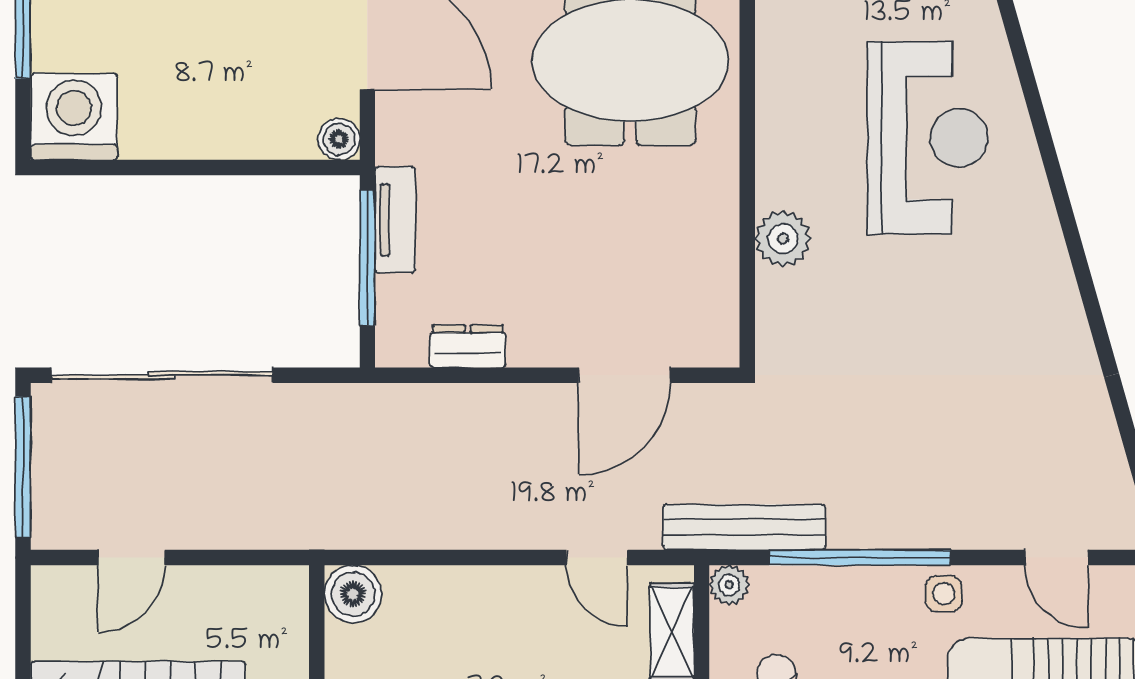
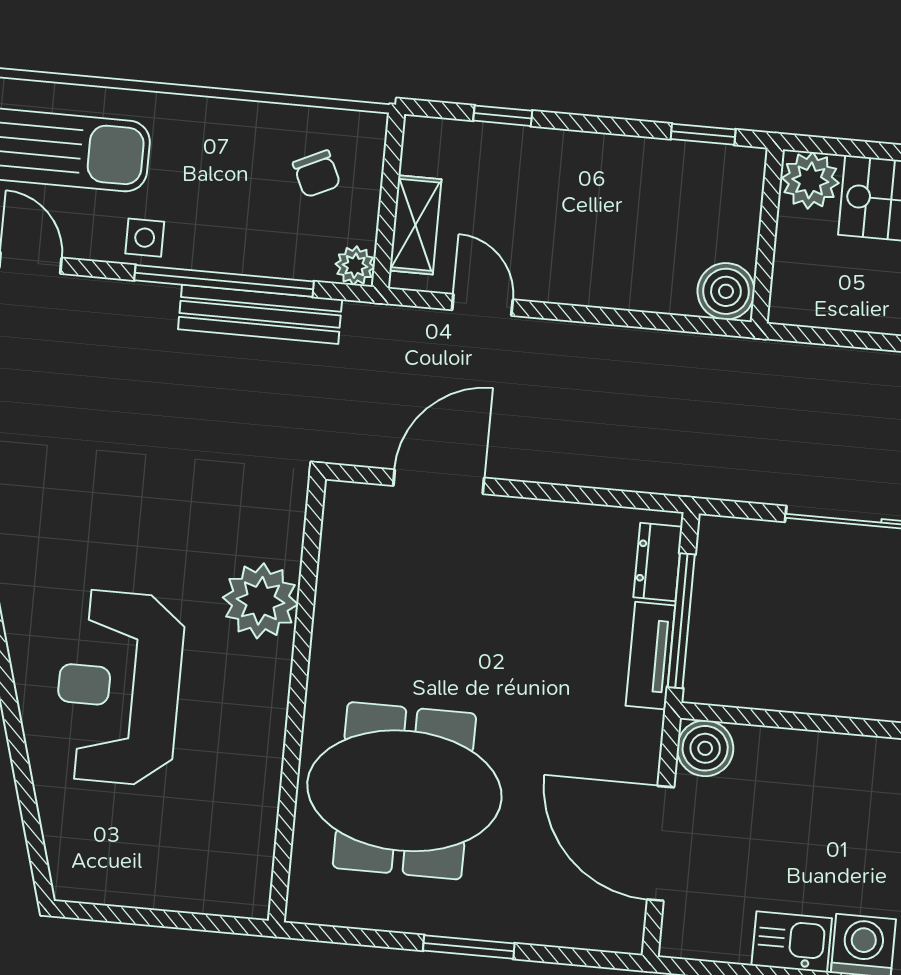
boiler: (339, 139) -> (705, 748), width x1.36, depth x1.36
plant: (783, 239) -> (260, 601), width x1.36, depth x1.36
dresser: (468, 346) -> (658, 562), moved, turned 90
bench: (744, 527) -> (260, 314), moved

